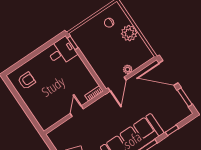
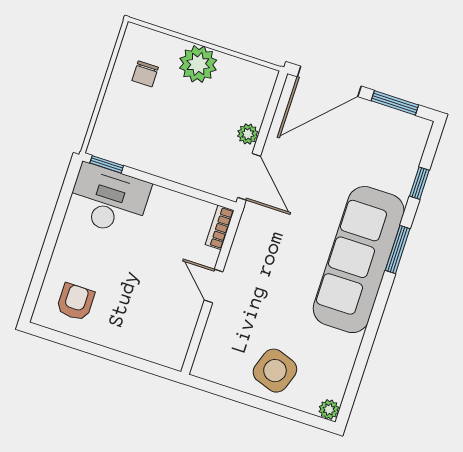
desk: (62, 52) -> (108, 200), width x1.37

